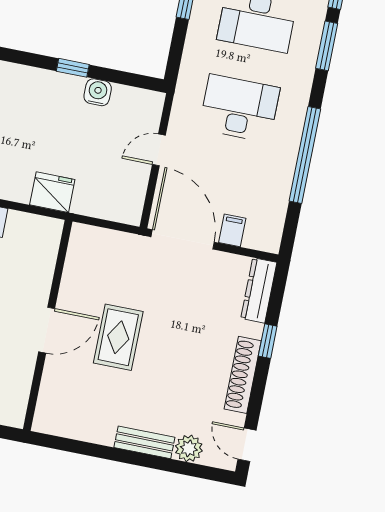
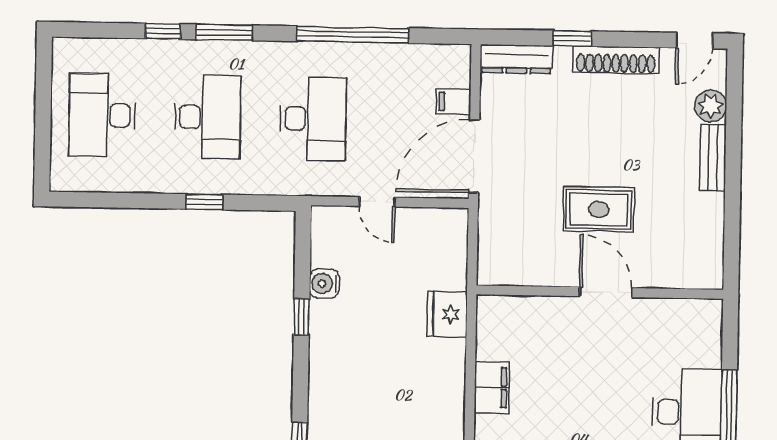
desk: (239, 108) -> (313, 119), turned 180

